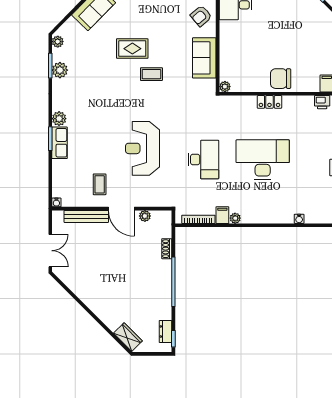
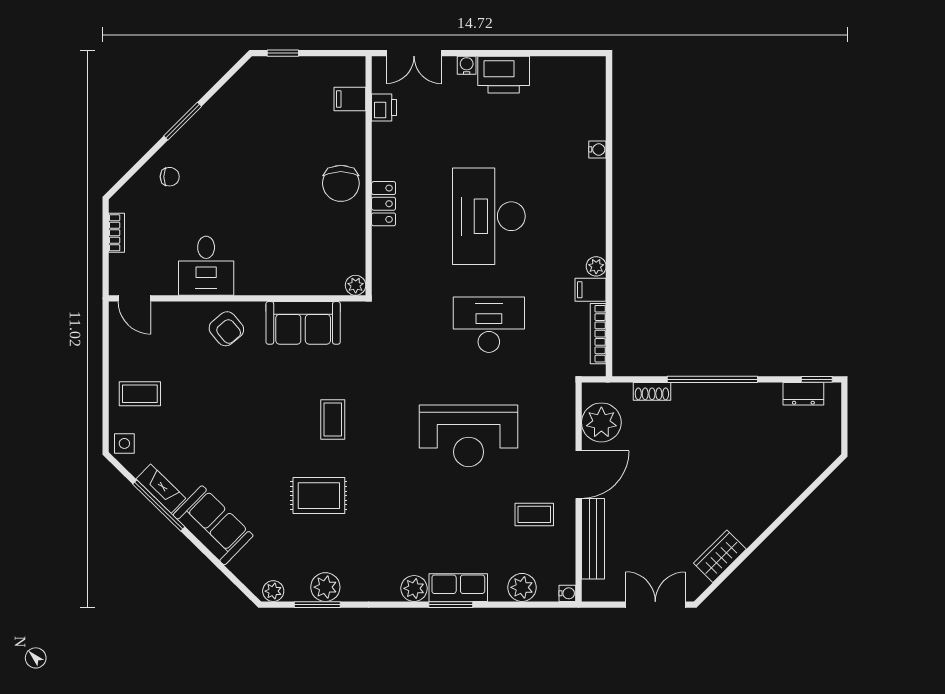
rug: (132, 49) -> (319, 496), moved, turned 90
plant: (60, 178) -> (522, 587), added
plant: (145, 216) -> (601, 422), width x1.88, depth x1.88
wardrobe: (128, 337) -> (720, 556), moved

